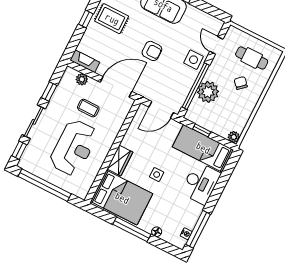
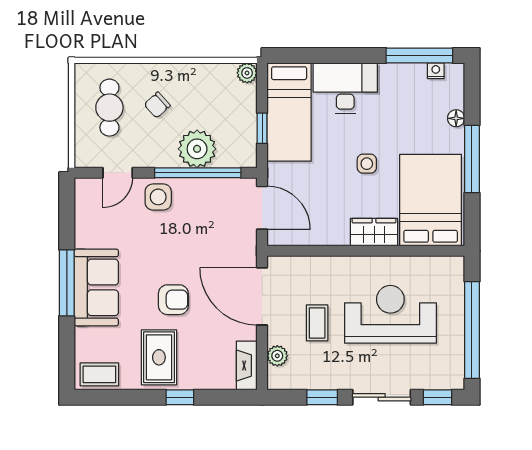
armchair: (152, 51) -> (173, 300), moved, turned 90

